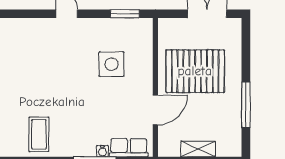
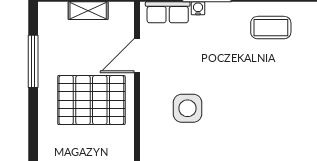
coffee table: (39, 134) -> (271, 28), turned 90

